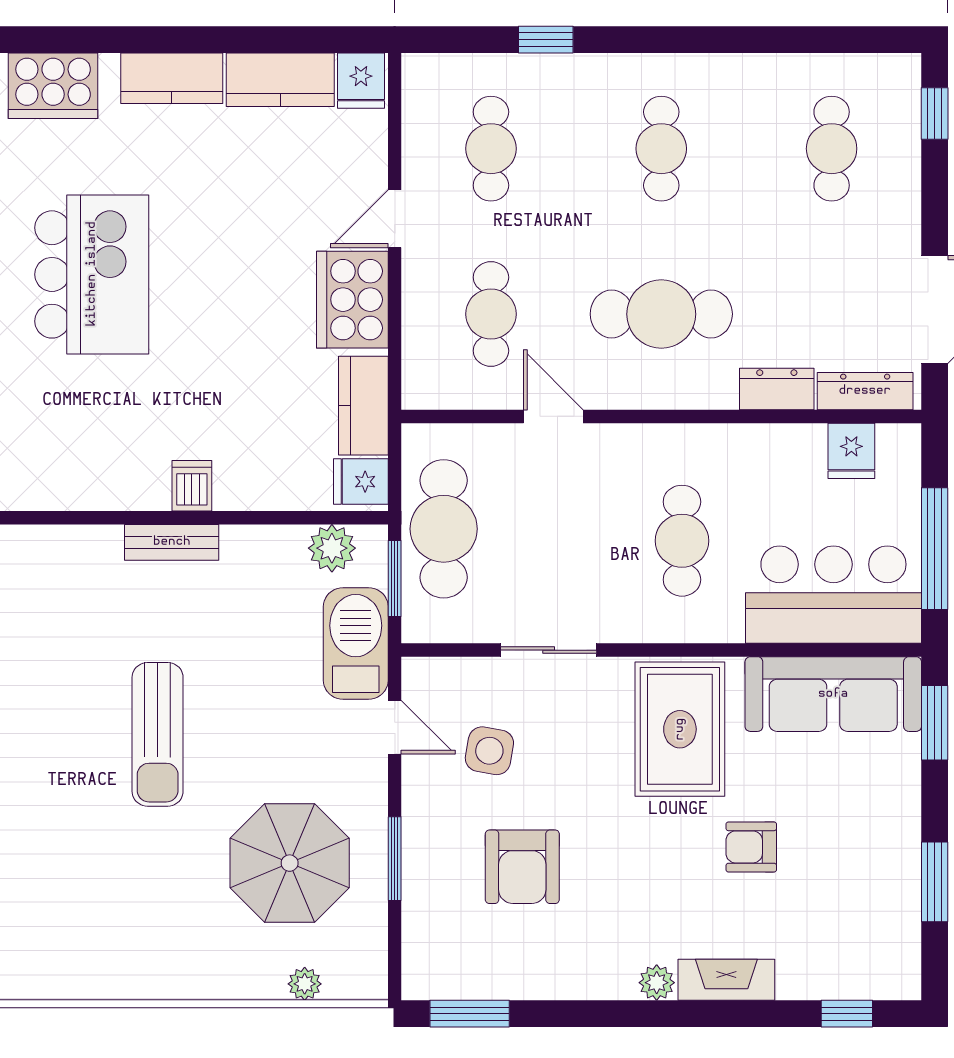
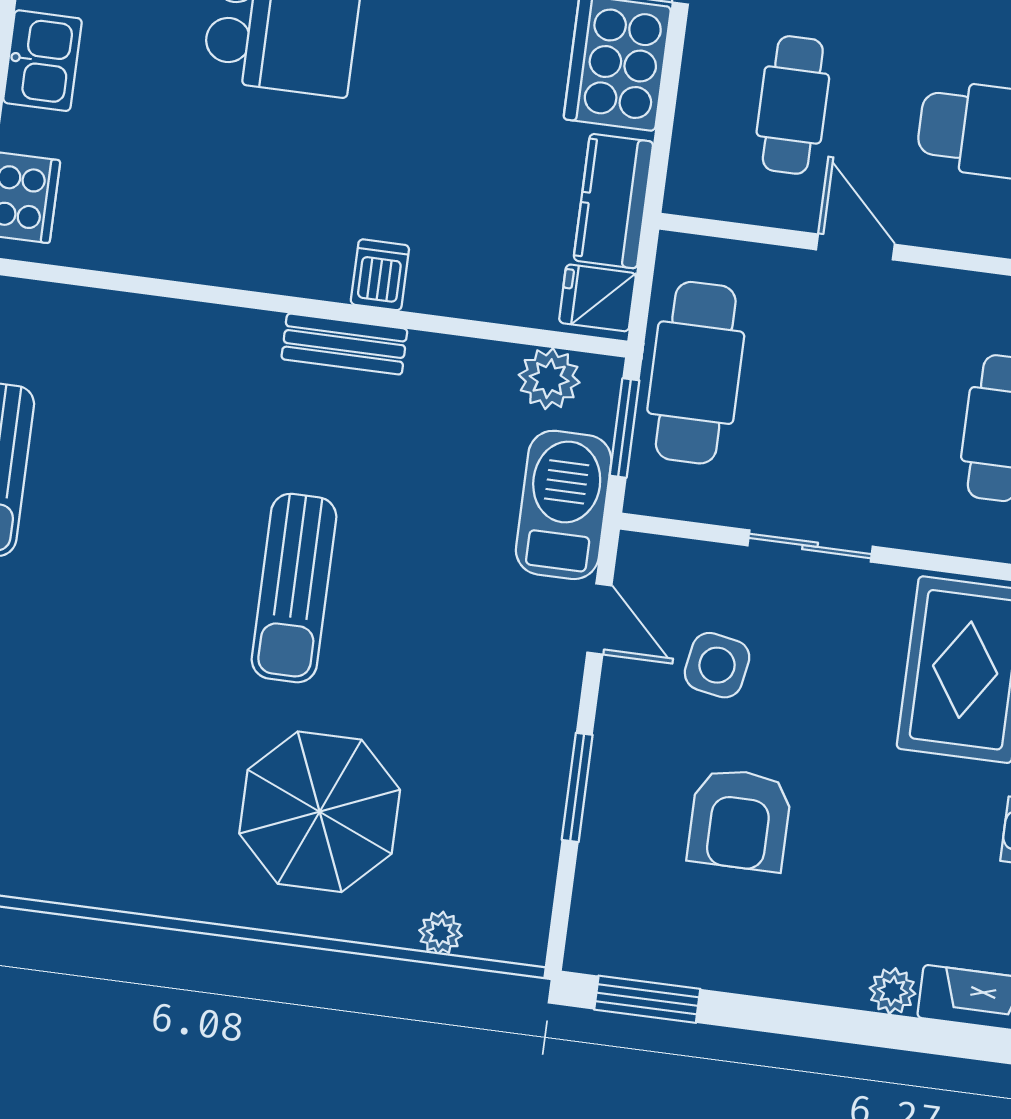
parasol: (290, 863) -> (320, 812), moved

